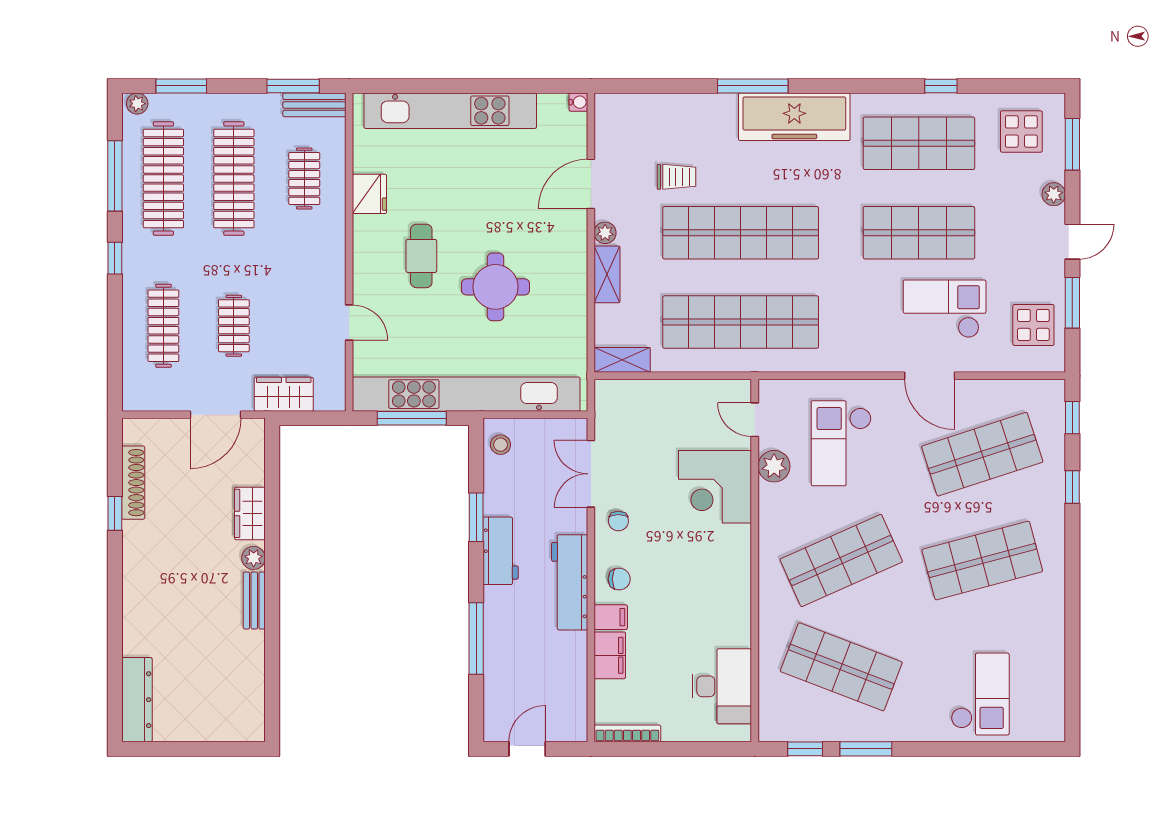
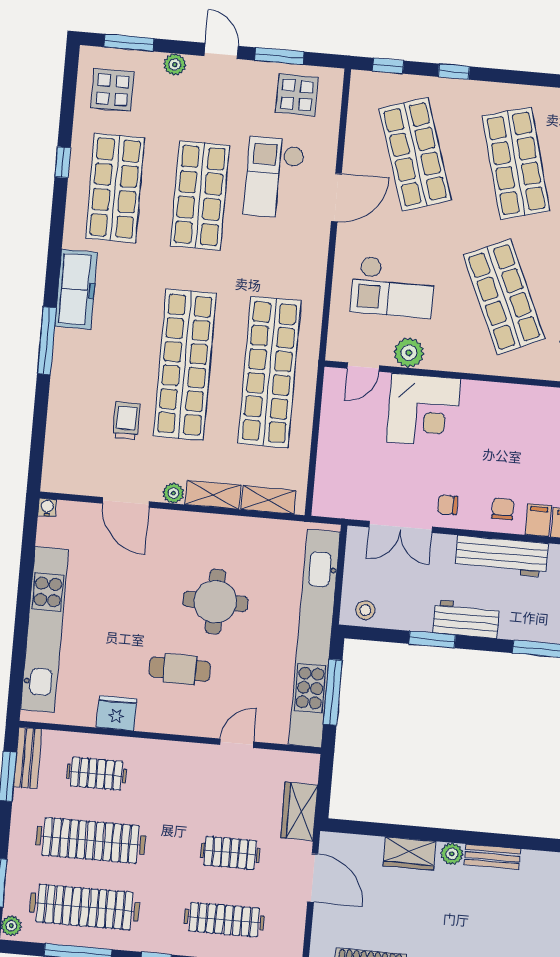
freezer: (794, 117) -> (76, 289), width x0.73, depth x0.79
shelving: (622, 360) -> (268, 500), moved, turned 90
chair: (618, 521) -> (448, 505), turned 180

